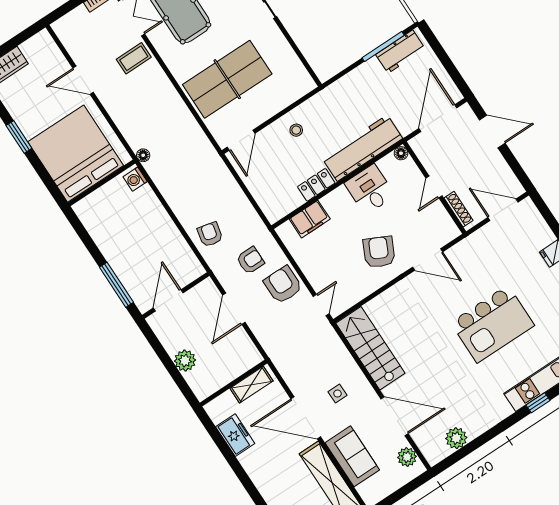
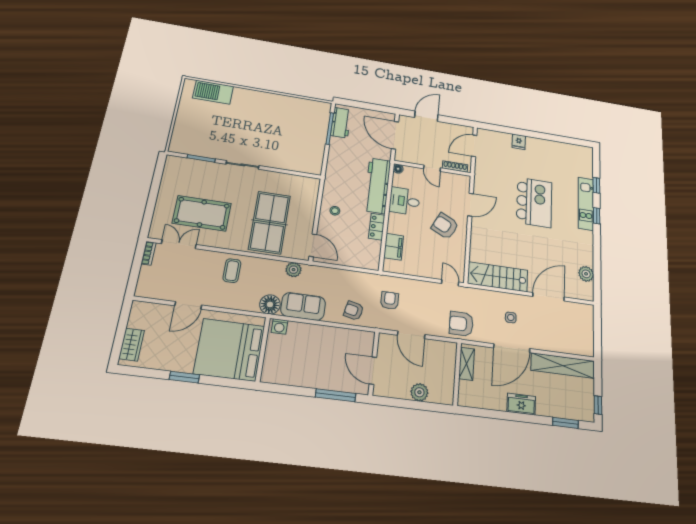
coffee table: (134, 58) -> (232, 271), moved
floor lamp: (143, 155) -> (270, 304), width x1.89, depth x1.89
armchair: (283, 285) -> (461, 324), moved
freezer: (235, 435) -> (521, 404), moved
sofa: (352, 456) -> (303, 306), moved
plant: (407, 457) -> (294, 270), moved

